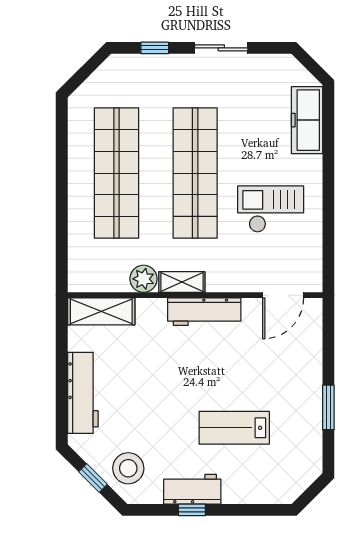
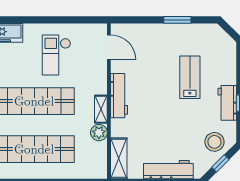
lab bench: (234, 428) -> (190, 77), turned 180

